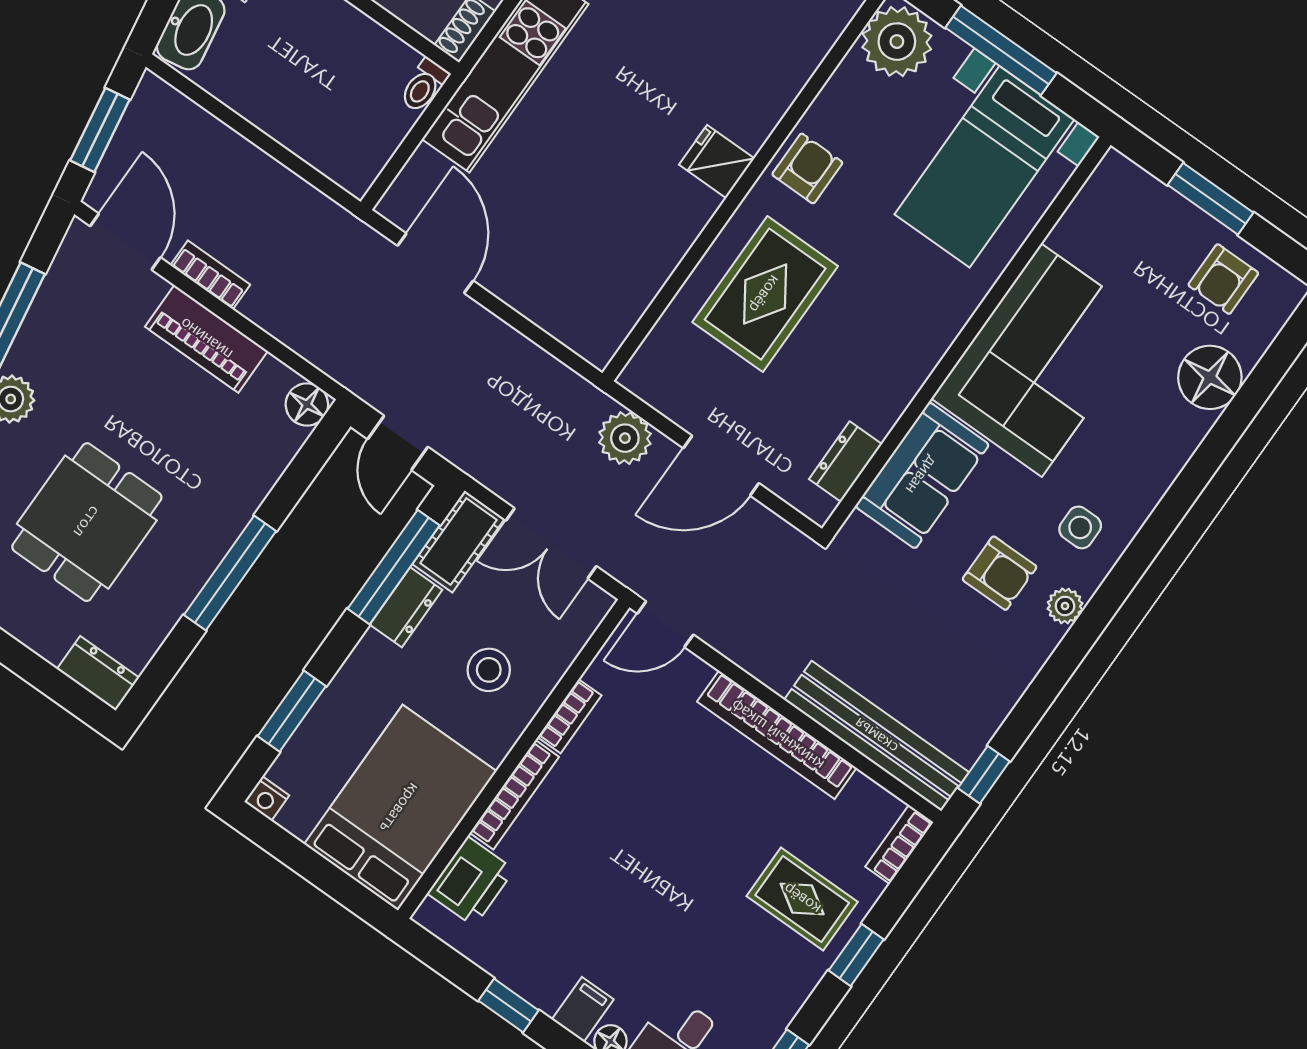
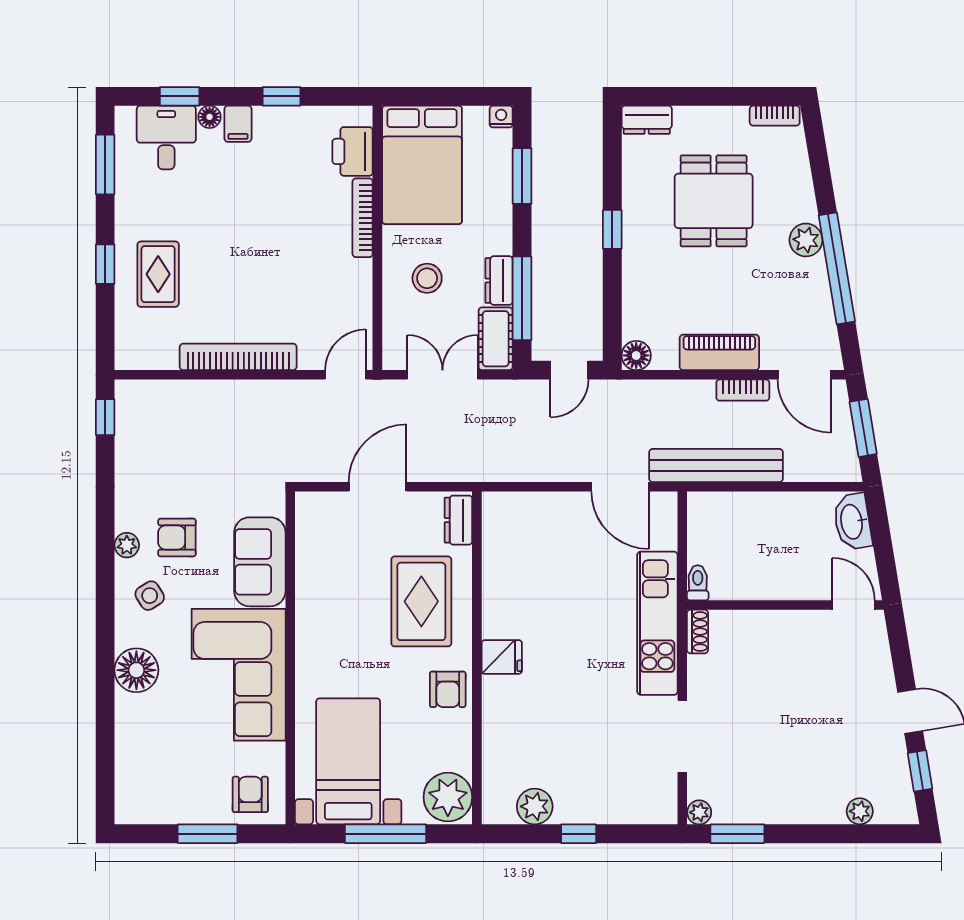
armchair: (1223, 279) -> (250, 794), moved
floor lamp: (1210, 377) -> (136, 670), moved
plant: (625, 438) -> (443, 464), removed
door: (398, 443) -> (569, 370), swing flipped
dresser: (846, 462) -> (458, 520), moved, turned 180
side table: (1080, 527) -> (150, 596), turned -32
window: (230, 573) -> (612, 229), width x0.46
bookcase: (570, 716) -> (363, 284), removed
bench: (876, 736) -> (716, 465), moved
bookcase: (899, 844) -> (125, 344), removed
rug: (802, 899) -> (158, 274), turned 90

